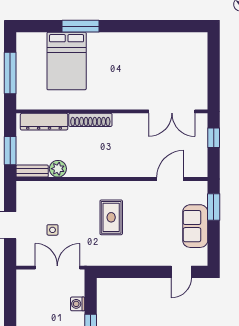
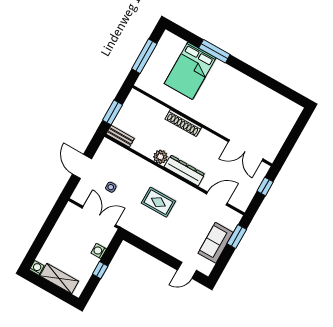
dresser: (44, 122) -> (184, 170), moved, turned 180
plant: (58, 169) -> (160, 157), moved
rug: (111, 217) -> (158, 202), turned 90

